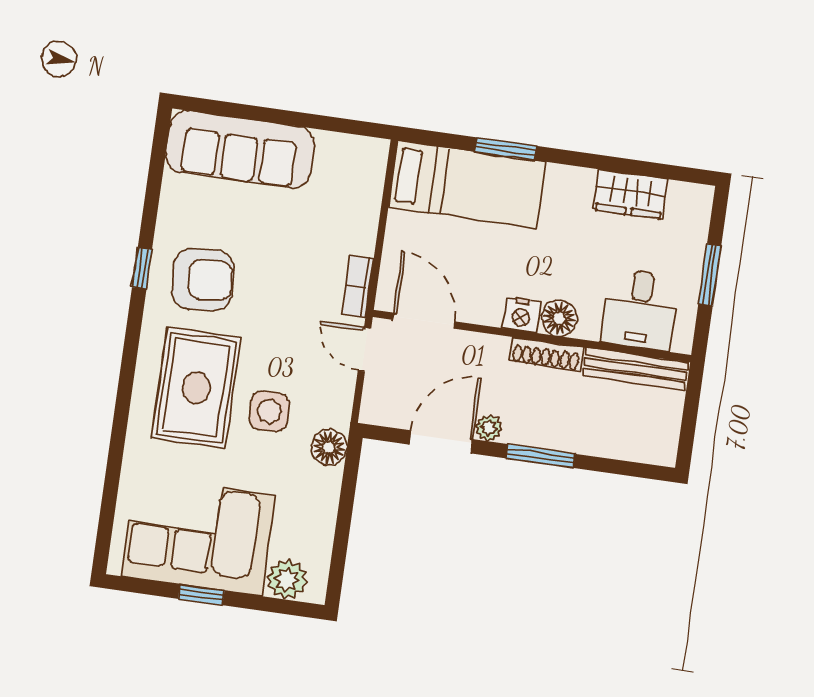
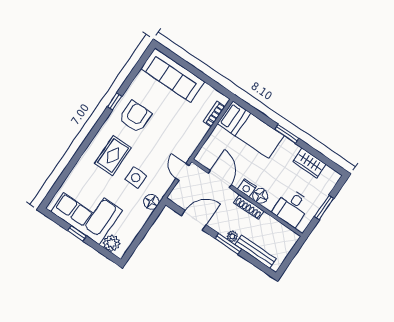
window: (506, 149) -> (287, 134), moved
armchair: (203, 280) -> (135, 117), turned -86
bookcase: (358, 287) -> (214, 114), moved
door: (424, 321) -> (220, 179), moved
bench: (635, 369) -> (256, 252), moved
rug: (196, 388) -> (113, 156), width x0.73, depth x0.70
plant: (489, 428) -> (232, 236), moved

